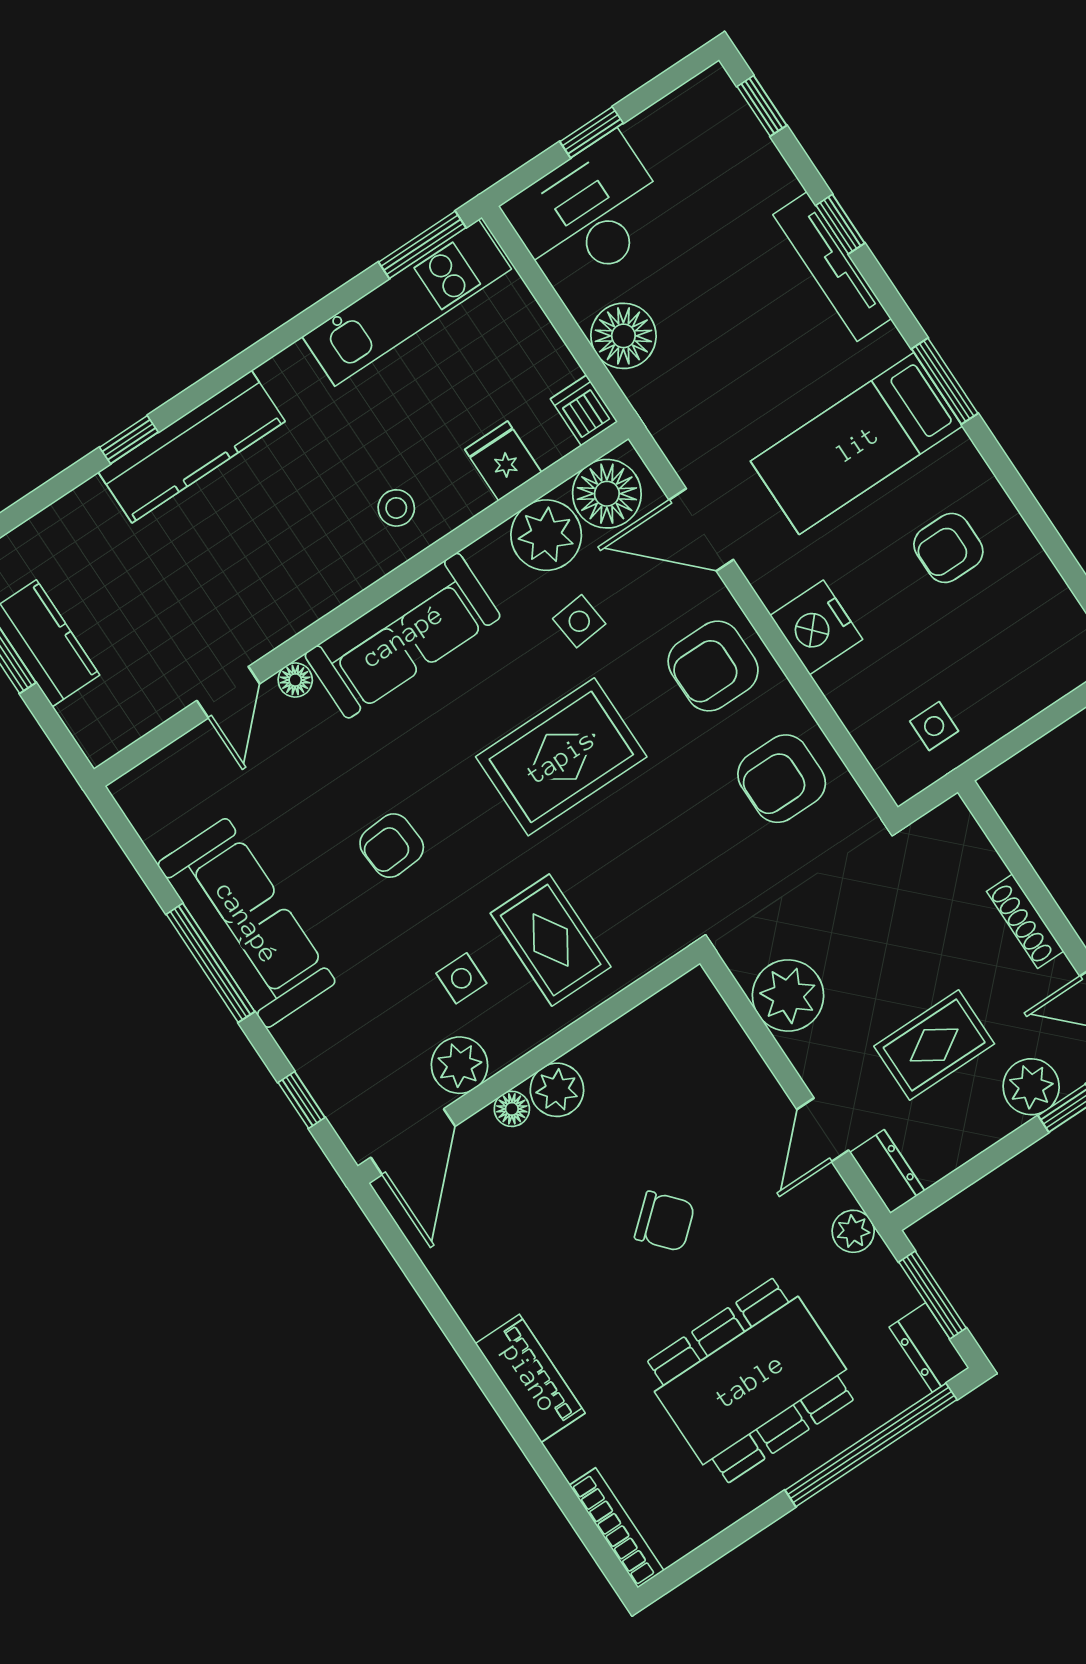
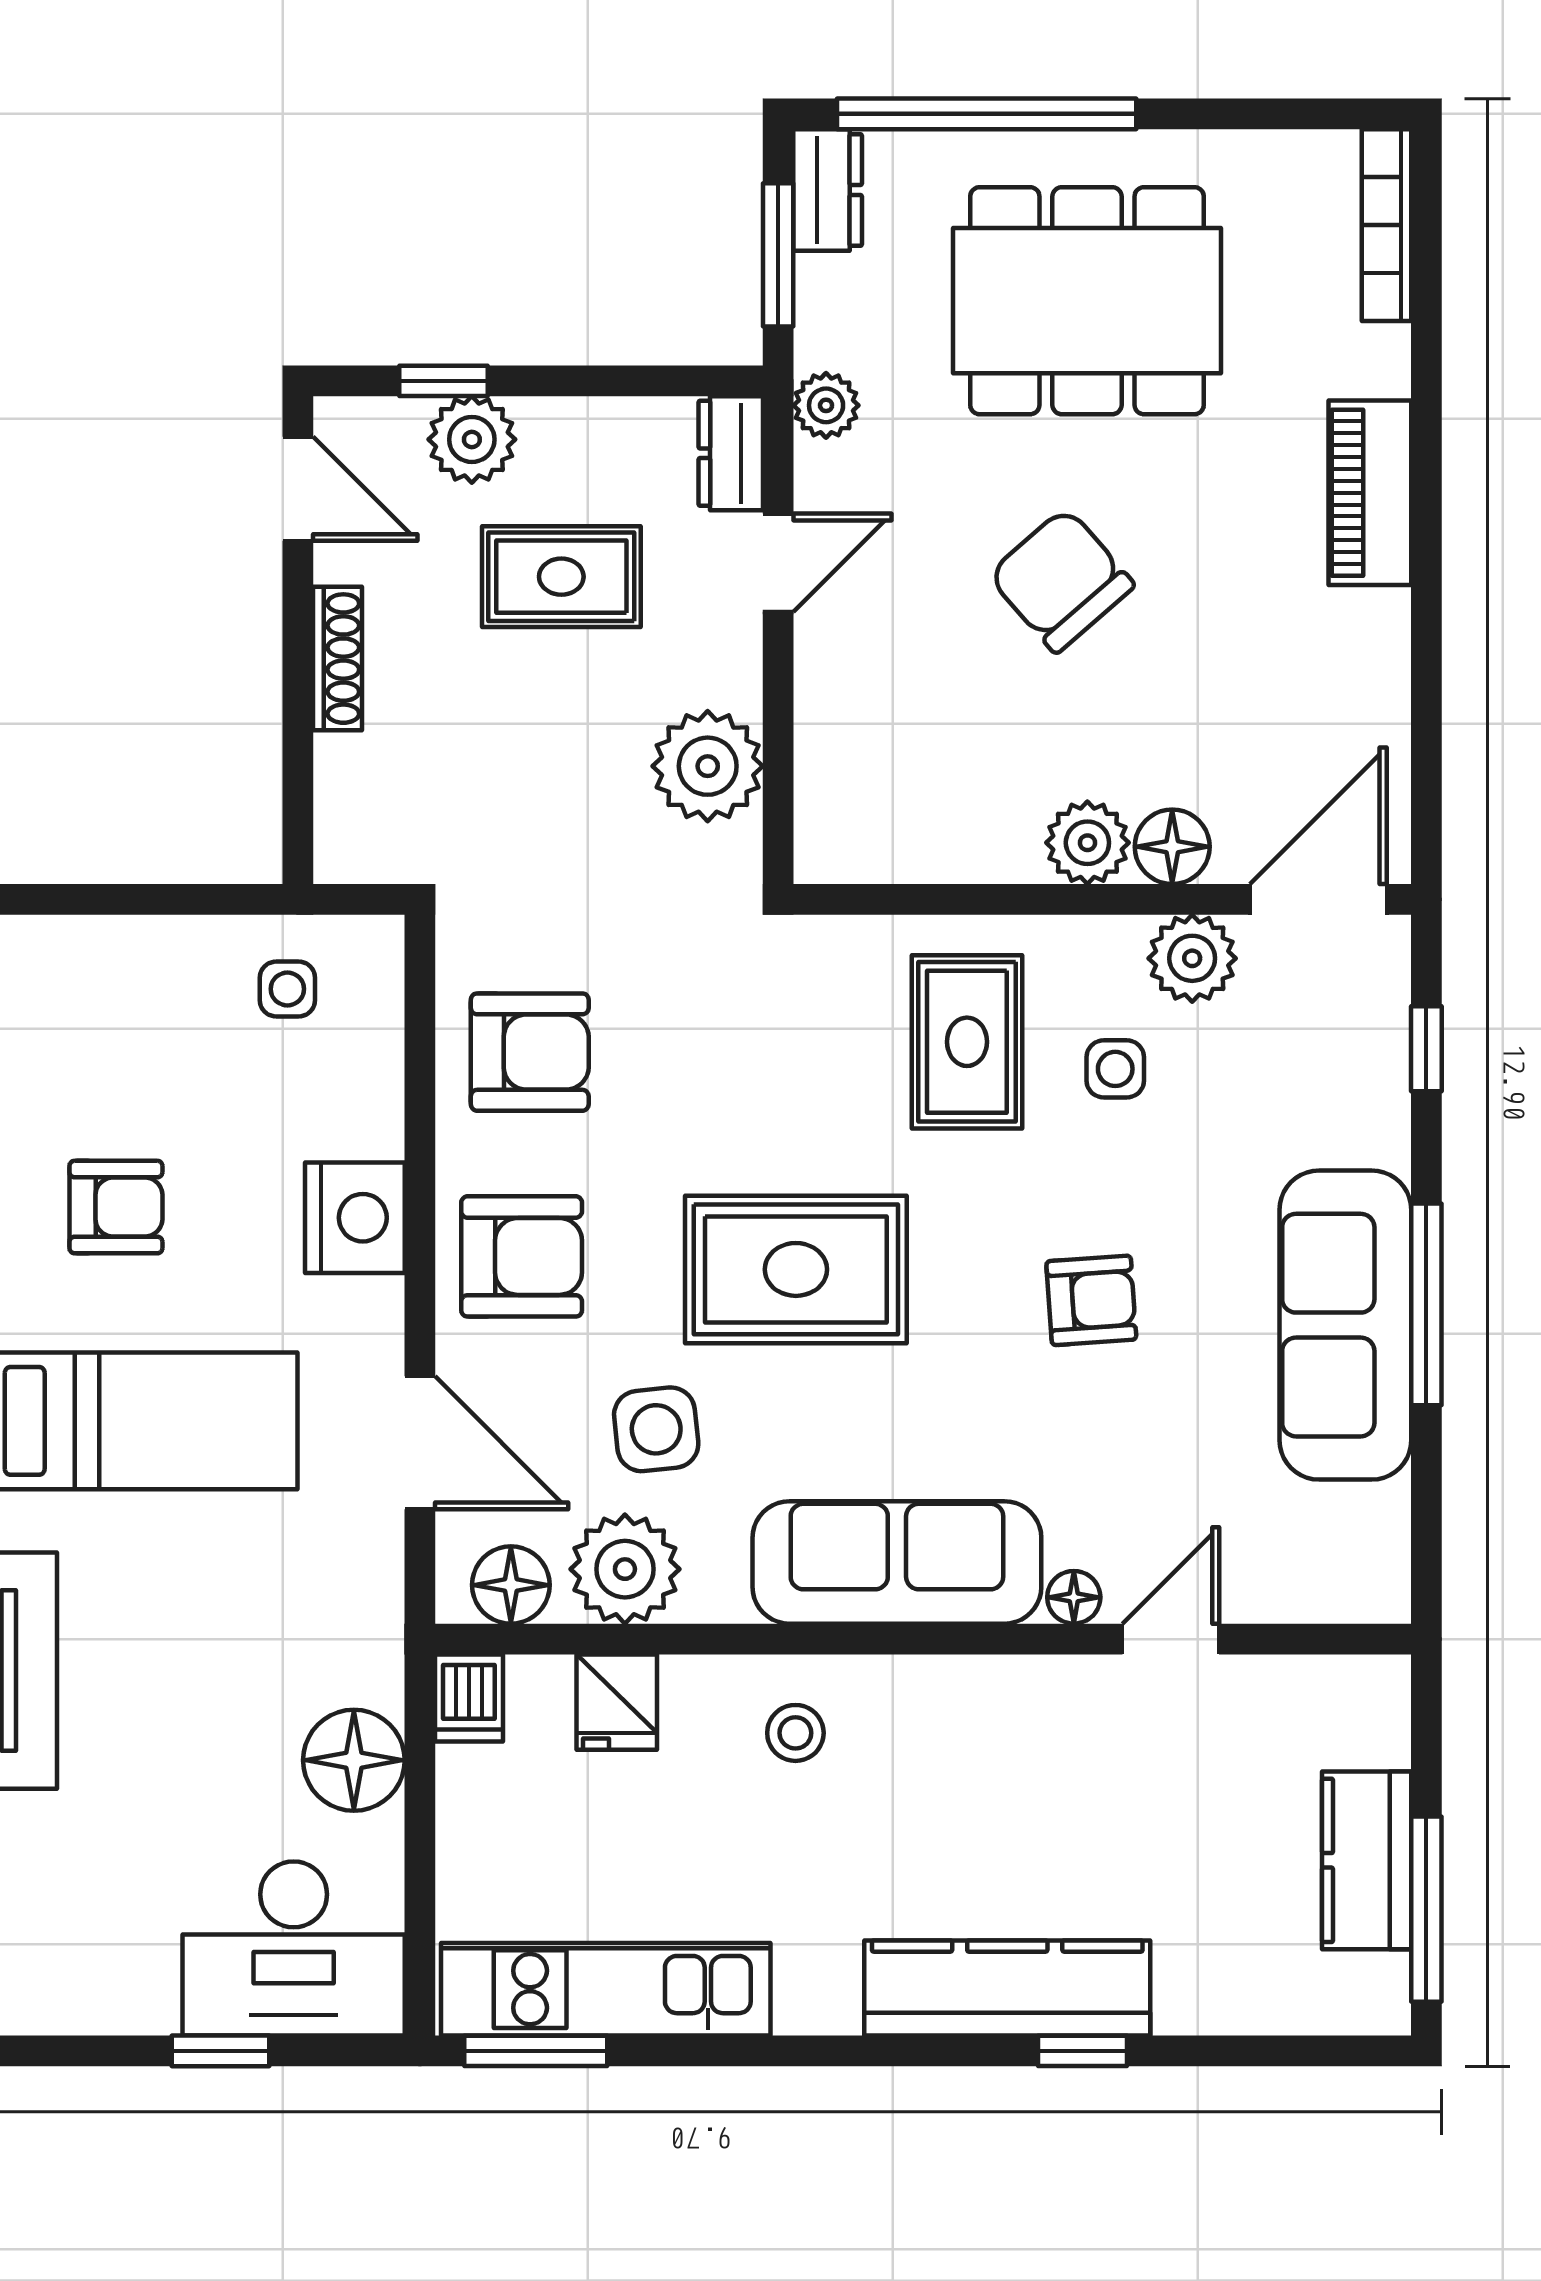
floor lamp: (607, 494) -> (511, 1585), width x0.73, depth x0.73
side table: (579, 621) -> (656, 1429), width x1.37, depth x1.37
floor lamp: (512, 1109) -> (1172, 847), width x1.37, depth x1.37
chair: (665, 1221) -> (1061, 580), width x1.37, depth x1.37

